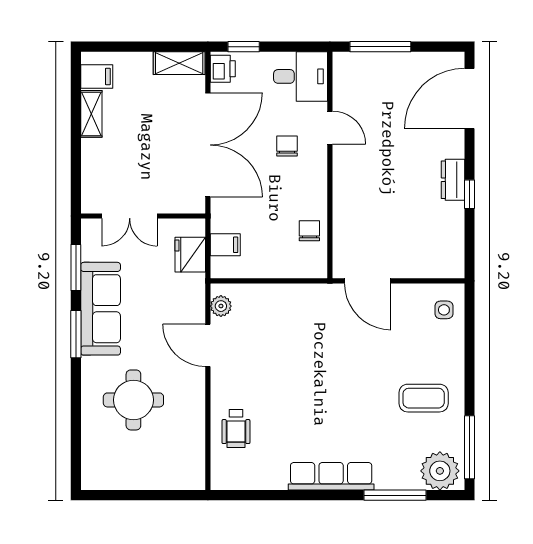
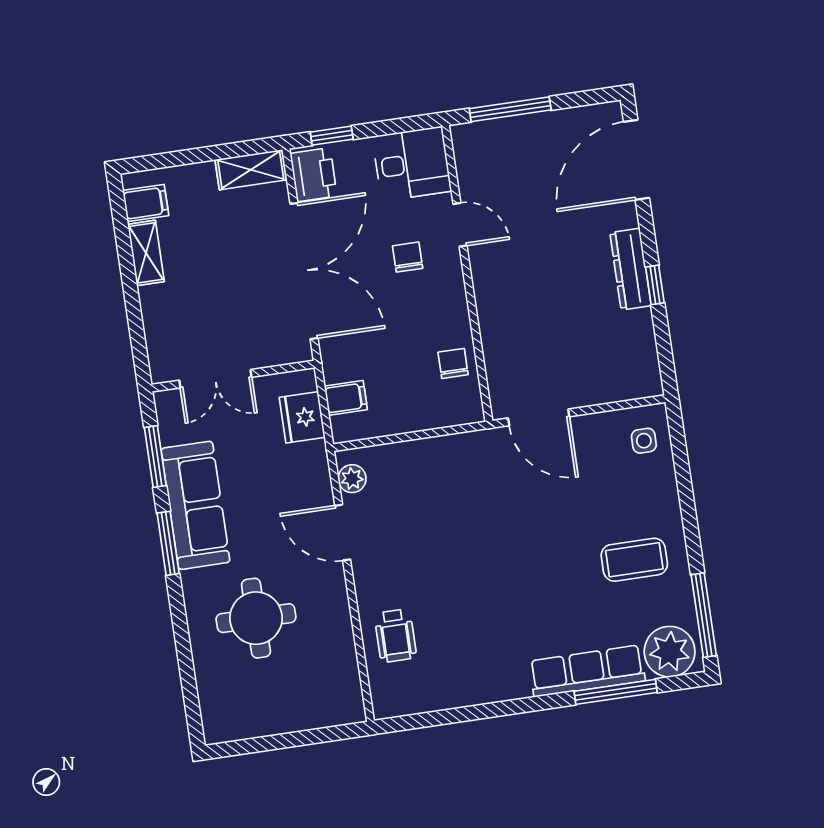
printer: (223, 69) -> (314, 175), width x1.36, depth x1.24
dresser: (453, 180) -> (631, 269), width x1.44
row of seats: (331, 476) -> (587, 671), moved

